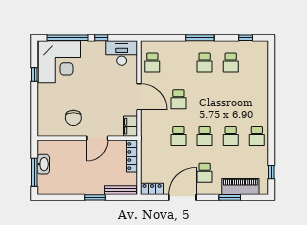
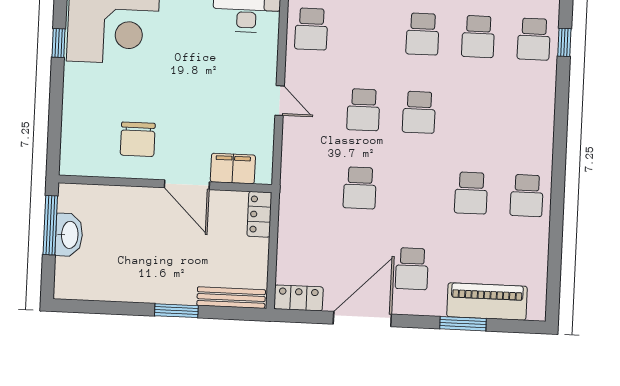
school desk: (257, 63) -> (534, 39), added
door: (139, 97) -> (280, 101), width x0.53
filing cabinet: (130, 126) -> (233, 169), moved, turned 90
school desk: (205, 136) -> (419, 112), moved
door: (97, 138) -> (187, 185), hinge flipped
locker: (132, 156) -> (259, 214), width x0.66
window: (34, 172) -> (50, 225), moved
window: (271, 172) -> (564, 42), moved

